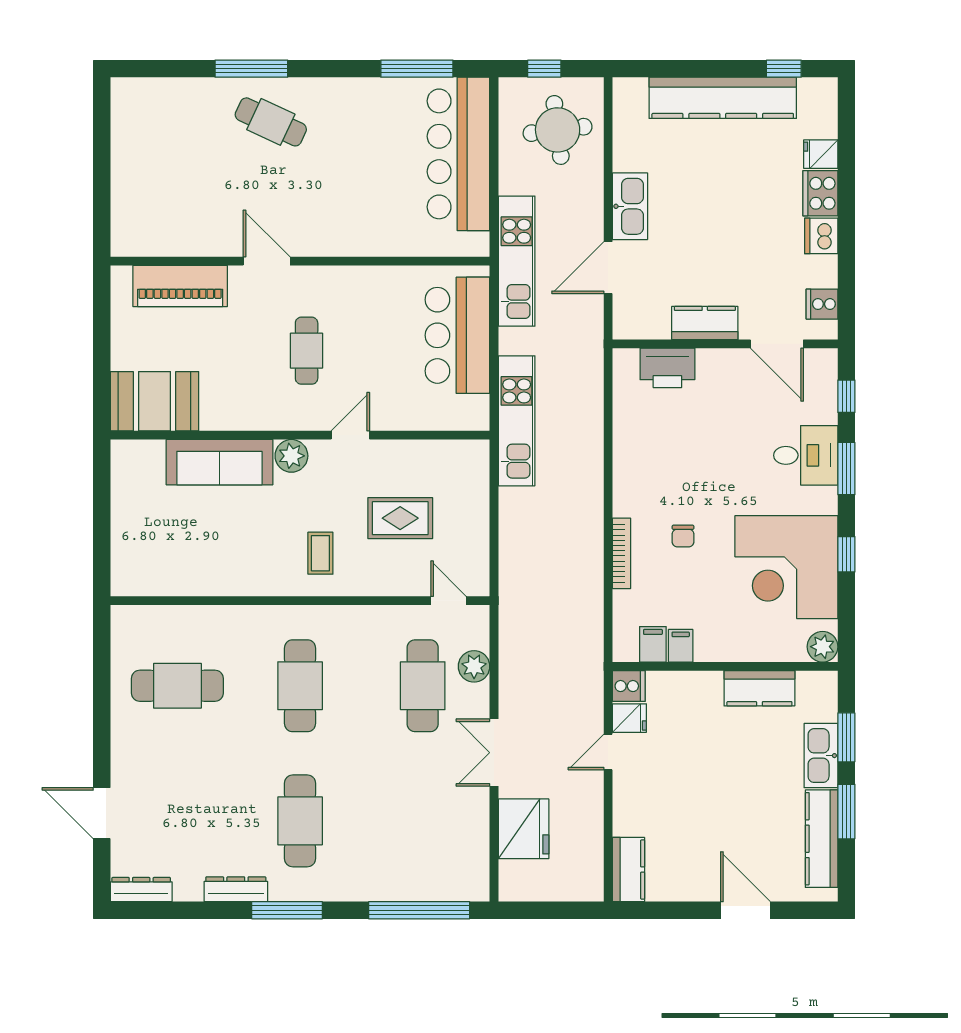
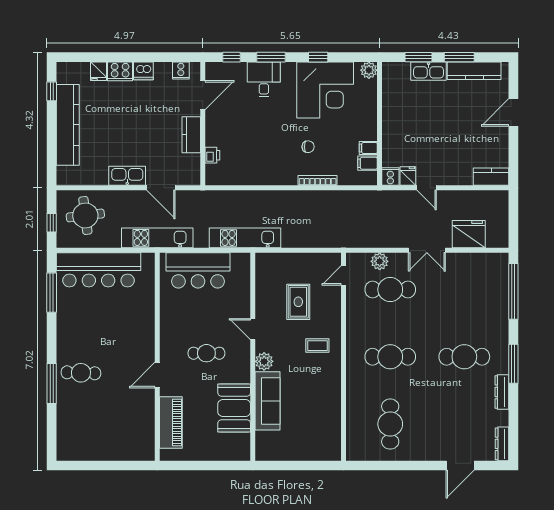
cafe table: (271, 122) -> (81, 373), turned 67
printer: (667, 368) -> (212, 155), width x0.53, depth x0.68
booth: (154, 401) -> (234, 408), moved
kitchen counter: (759, 688) -> (392, 105), removed

